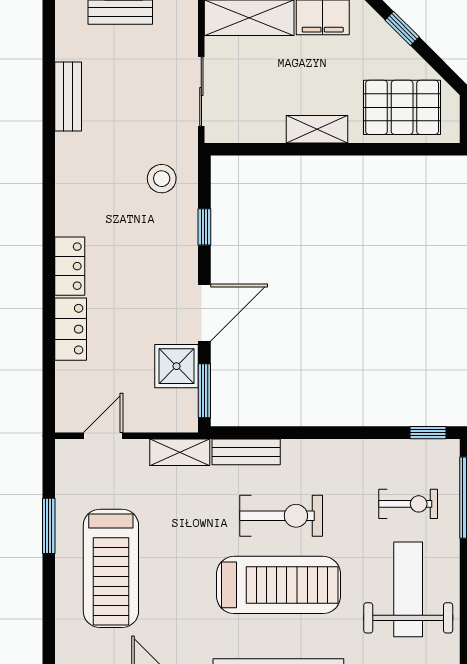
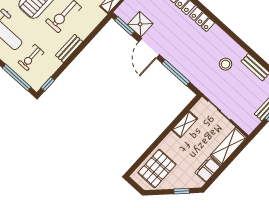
shelving: (317, 129) -> (185, 124), moved
stool: (162, 179) -> (226, 64), moved
window: (204, 227) -> (176, 73), width x2.17
bench: (246, 452) -> (69, 48), moved

